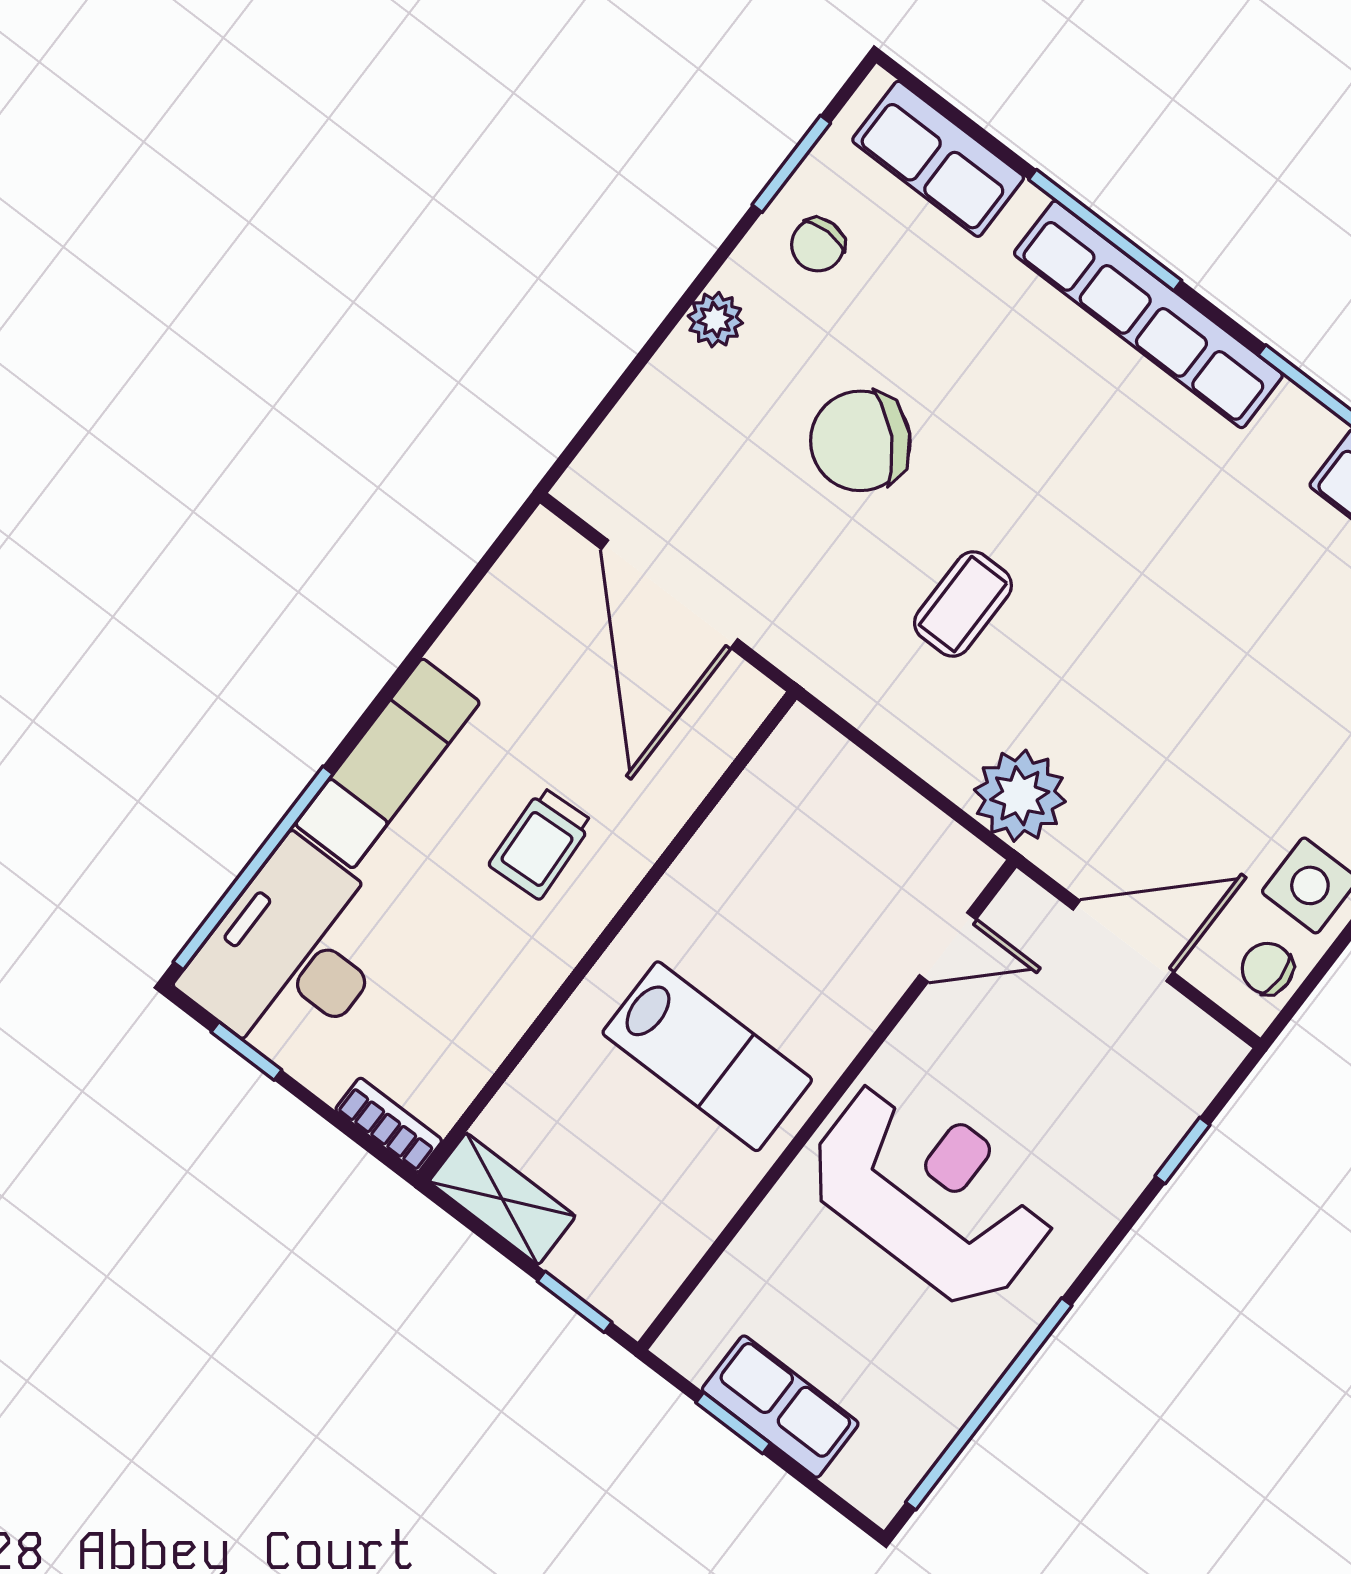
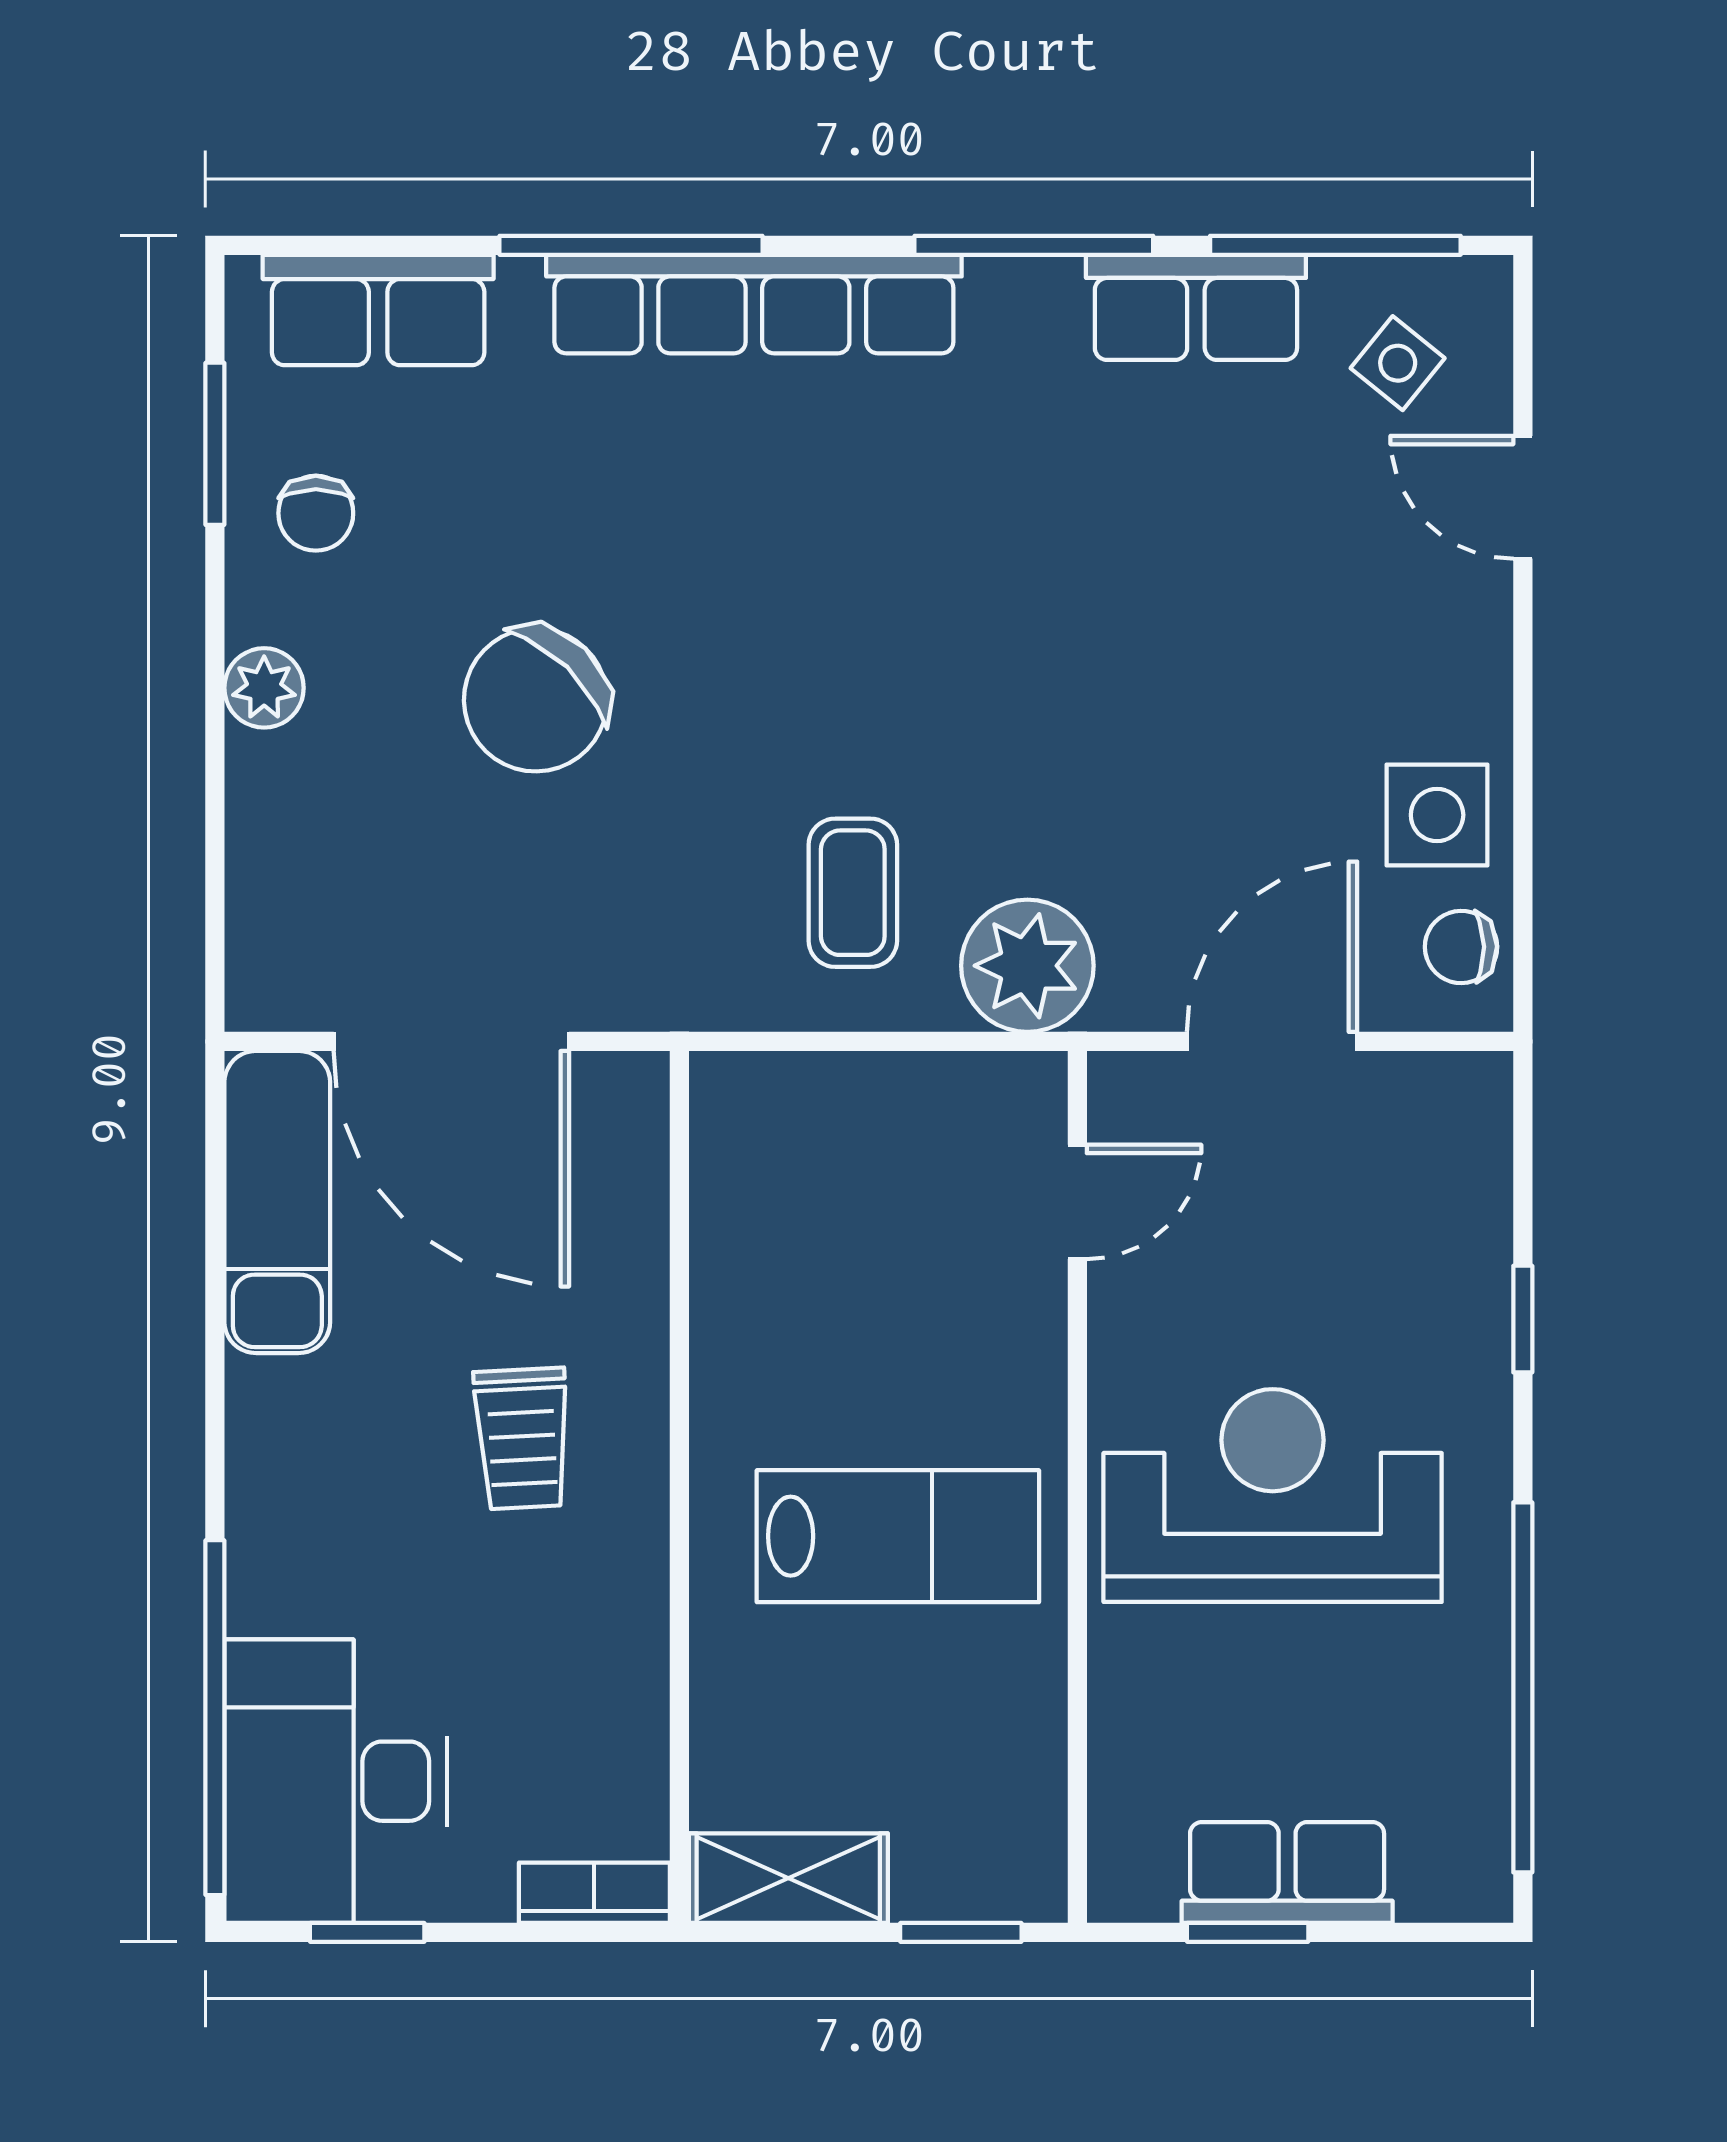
coffee table: (963, 604) -> (853, 893), moved
exam couch: (388, 763) -> (277, 1202), moved
window: (1182, 1151) -> (1523, 1319), moved

